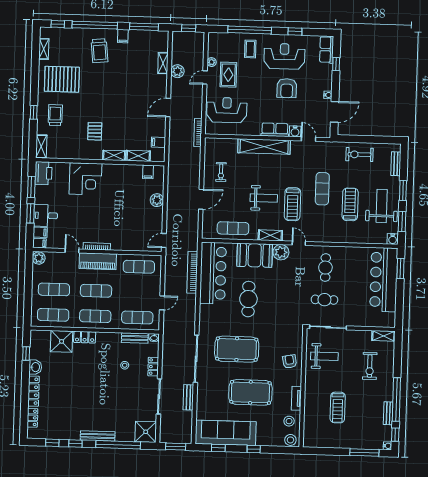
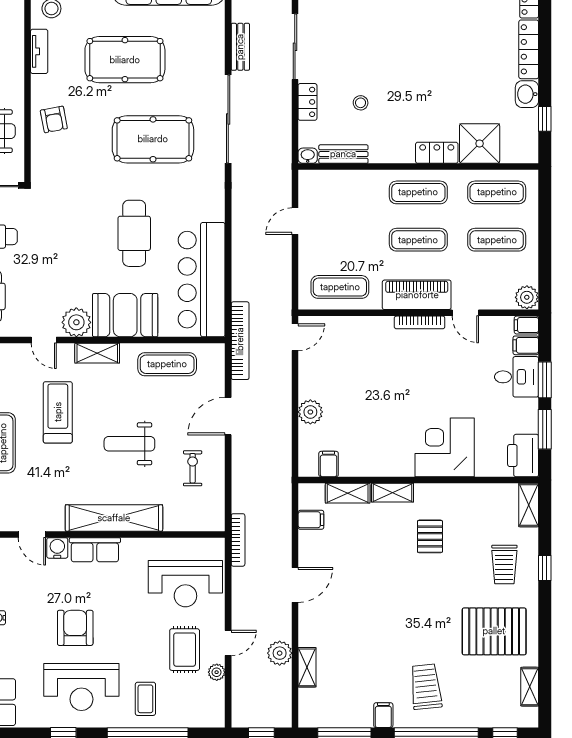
weight bench: (264, 198) -> (129, 444), moved
bookcase: (192, 272) -> (240, 341), moved
exercise mat: (137, 317) -> (340, 192), removed

